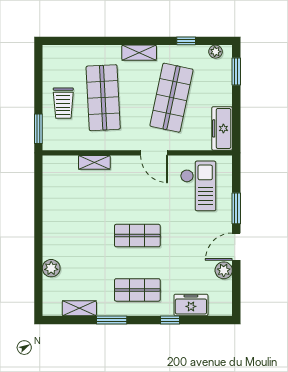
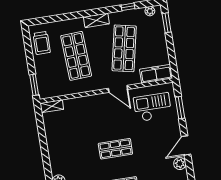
trolley: (63, 103) -> (42, 43), moved
freezer: (222, 128) -> (156, 74), moved, turned 90
shelving: (94, 162) -> (52, 106), moved
checkout: (198, 186) -> (153, 107), turned -90
window: (236, 208) -> (180, 108), moved

